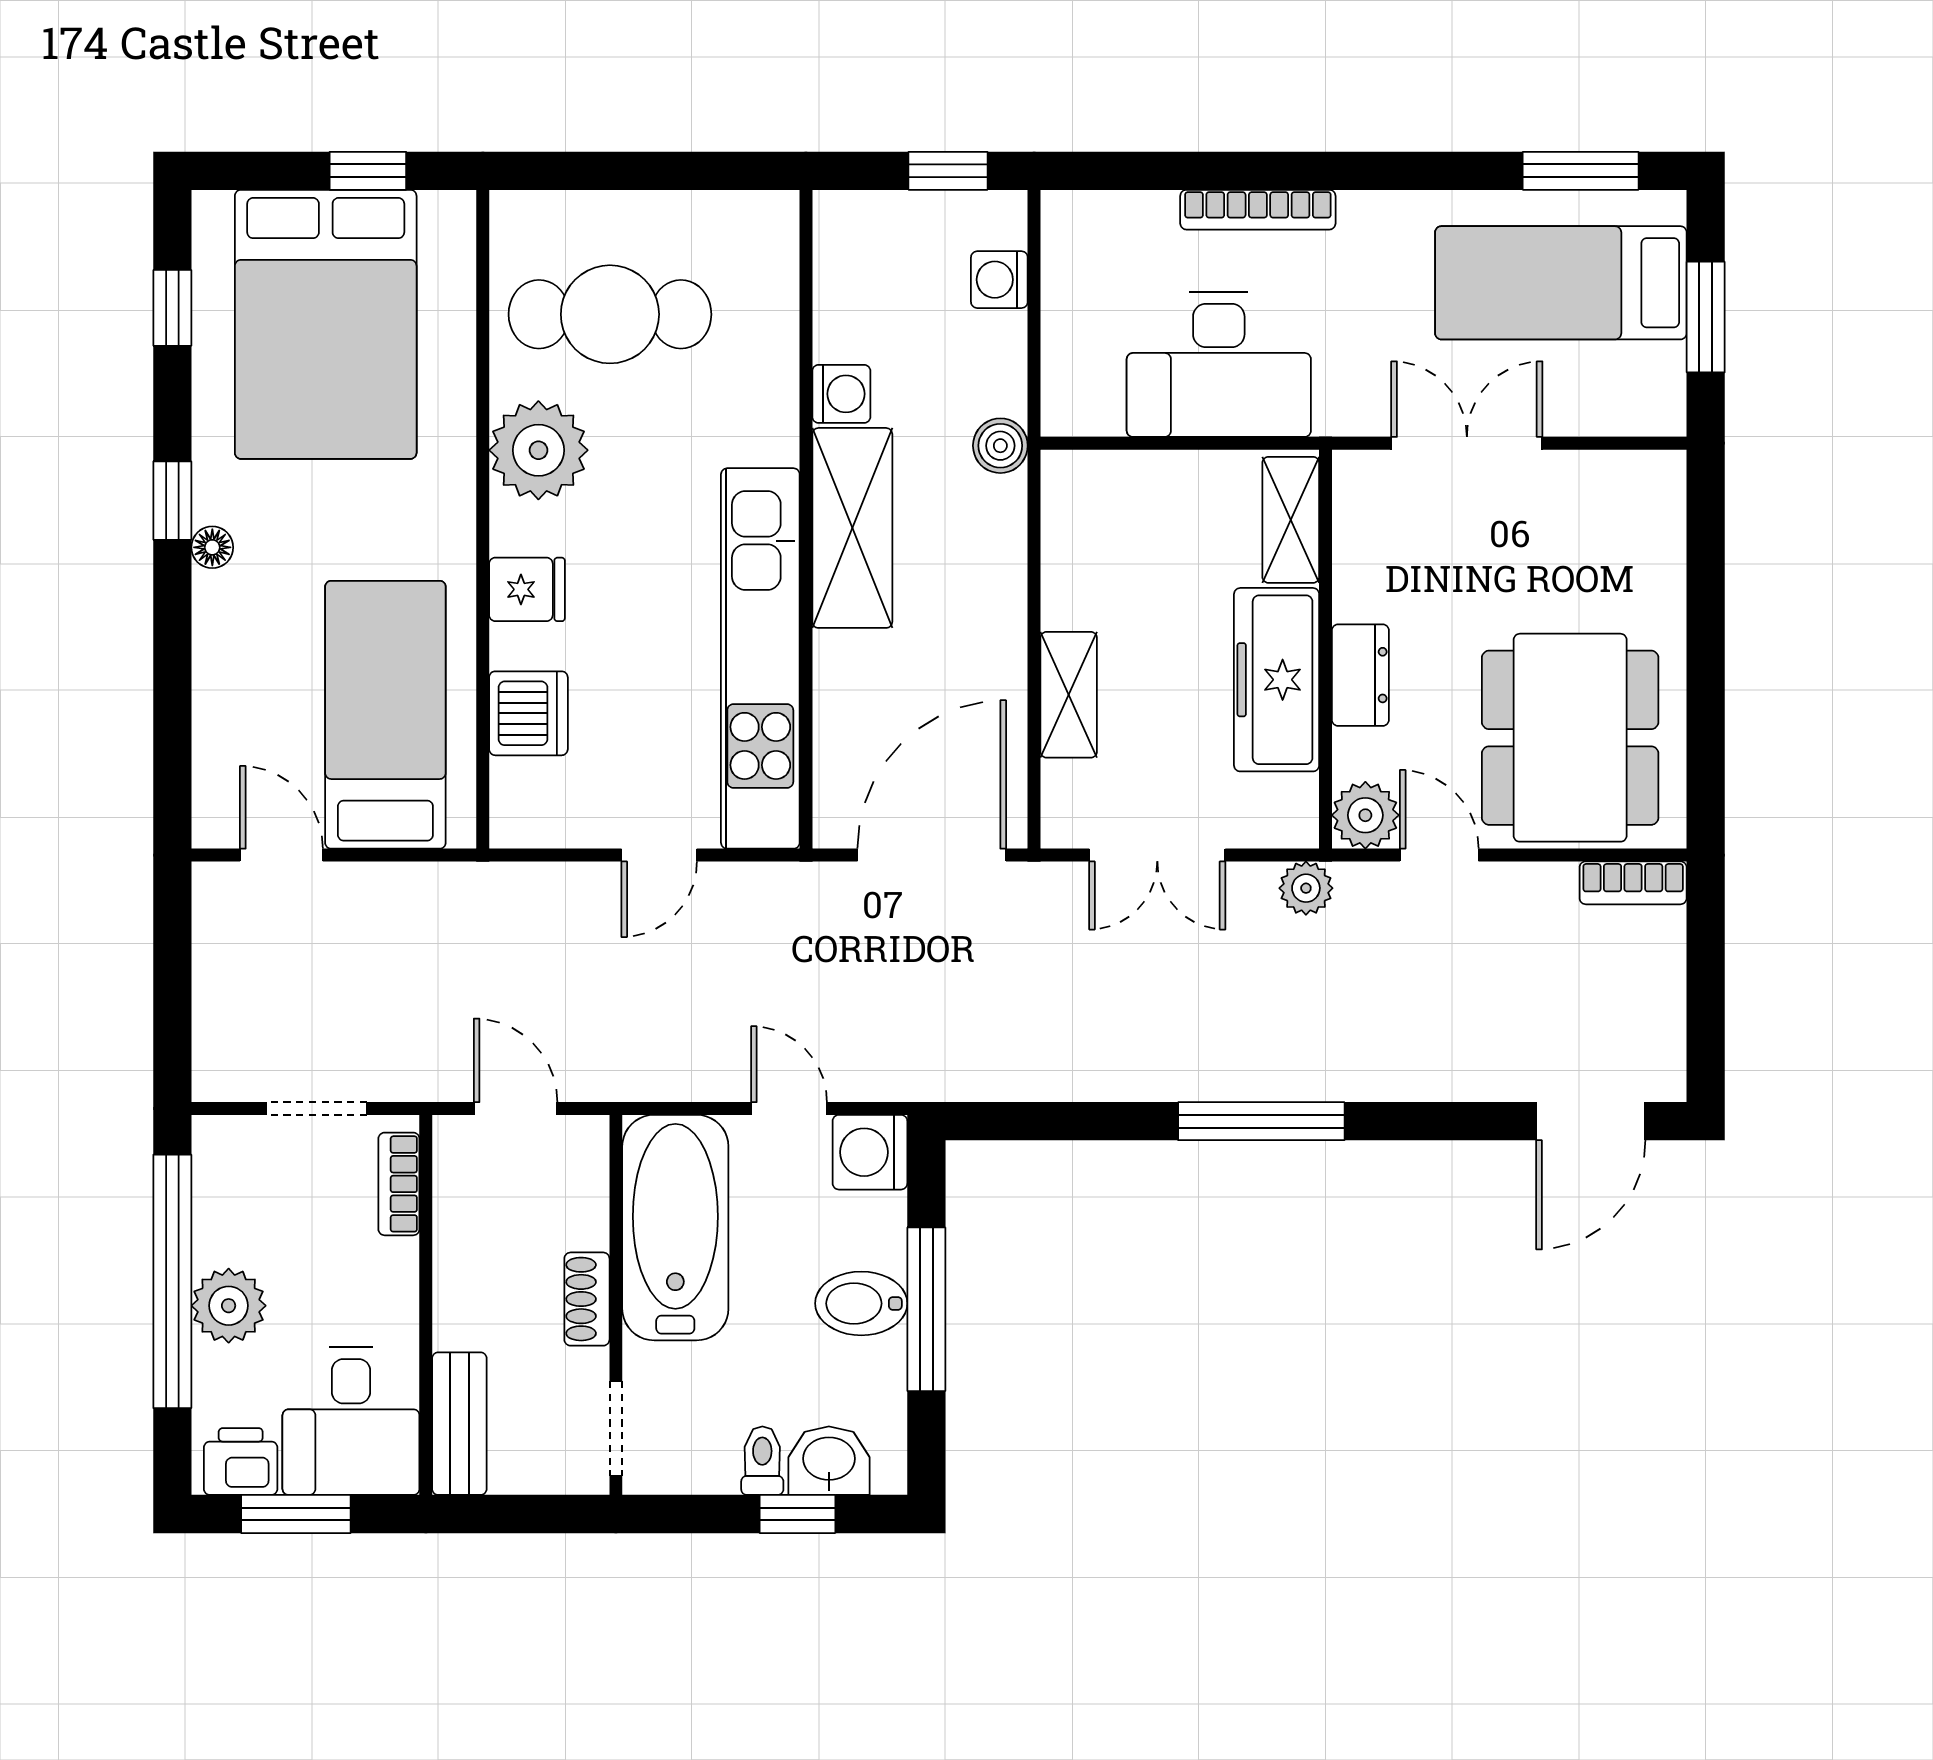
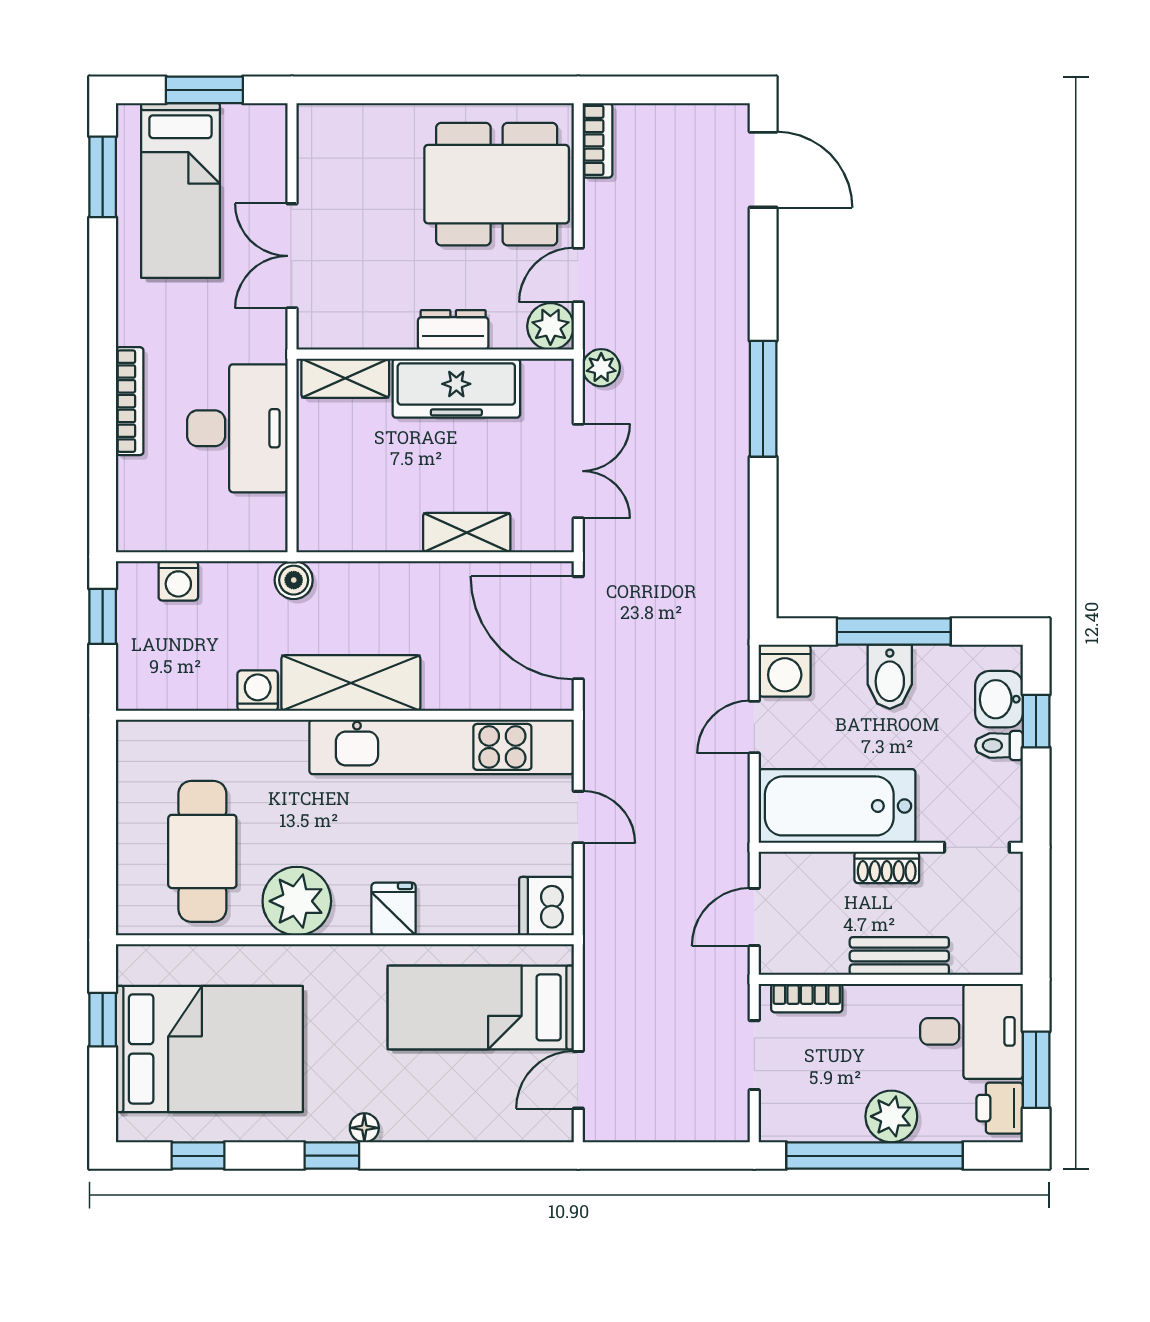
dishwasher: (528, 713) -> (546, 906), moved, turned -90
bench: (459, 1424) -> (899, 956), moved

